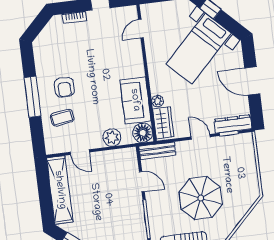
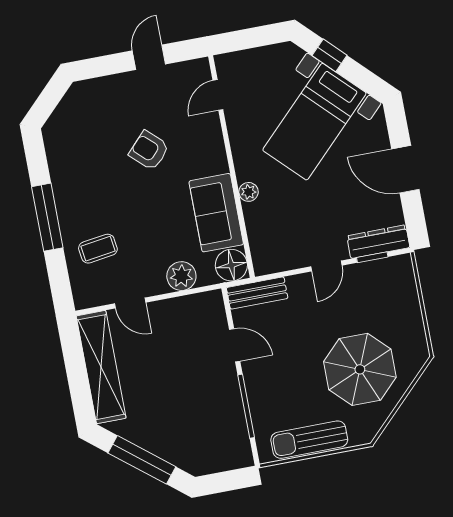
bookcase: (74, 17) -> (108, 83), removed
armchair: (64, 87) -> (149, 150), moved, turned 133
plant: (157, 101) -> (249, 192), moved
wardrobe: (163, 123) -> (264, 247), removed
door: (201, 137) -> (326, 266), swing flipped
parasol: (201, 198) -> (360, 369), moved

